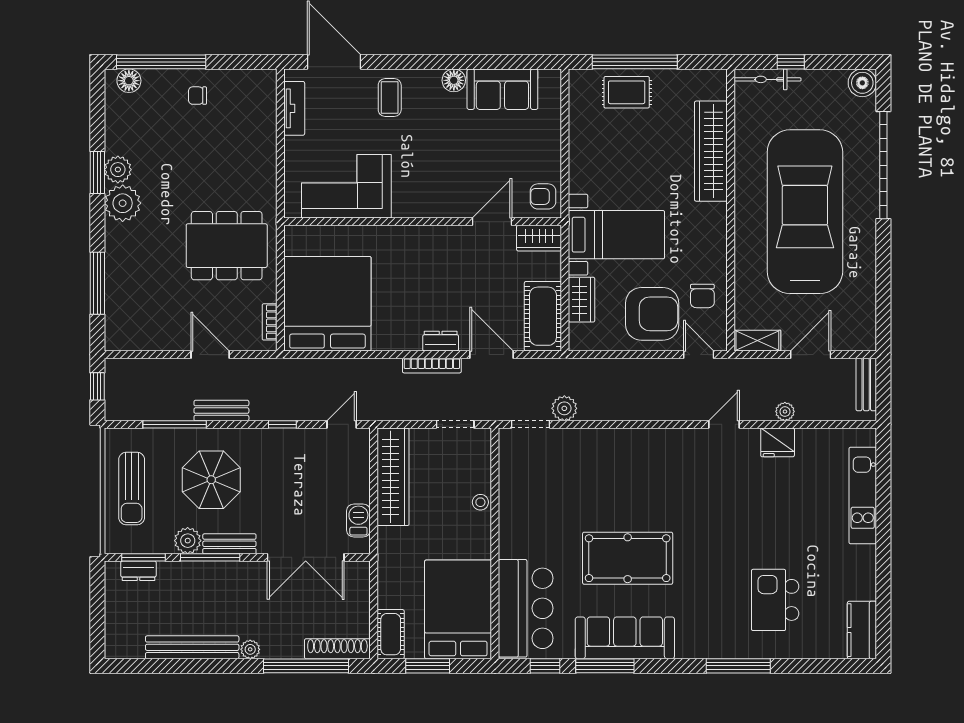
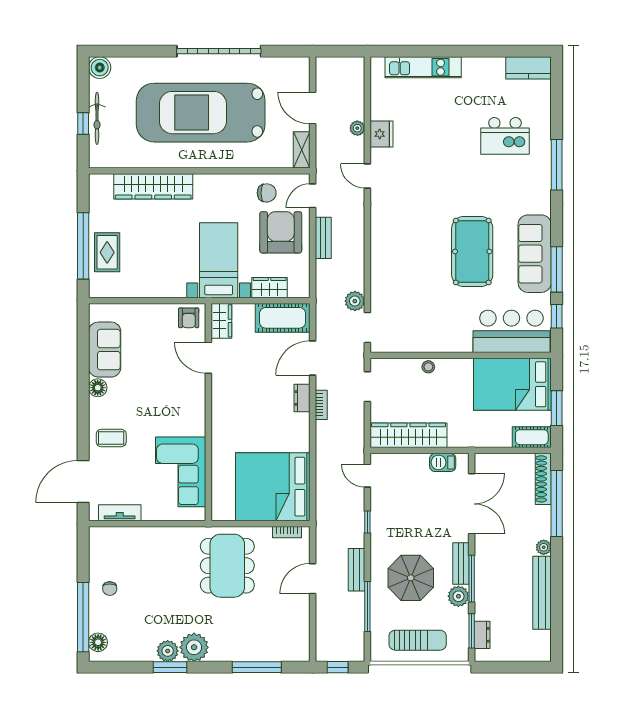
bicycle: (767, 79) -> (97, 118), moved
garage door: (883, 165) -> (219, 51), moved
bookcase: (432, 366) -> (321, 405), width x0.64
bench: (866, 384) -> (323, 238), moved, turned 90

